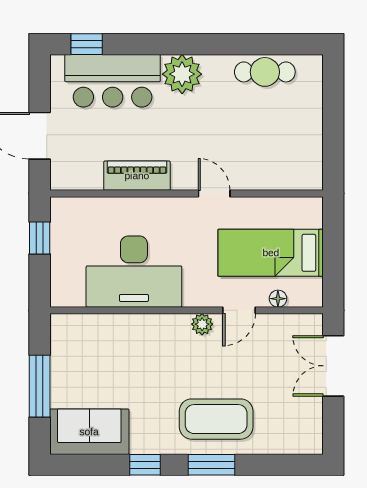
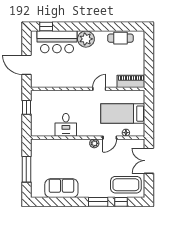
piano: (137, 176) -> (131, 81), moved
door: (214, 193) -> (99, 89), hinge flipped
desk: (134, 272) -> (66, 125), width x0.53, depth x0.77
coffee table: (216, 419) -> (126, 185), moved
sofa: (89, 432) -> (61, 188), moved
window: (145, 465) -> (121, 202), moved

